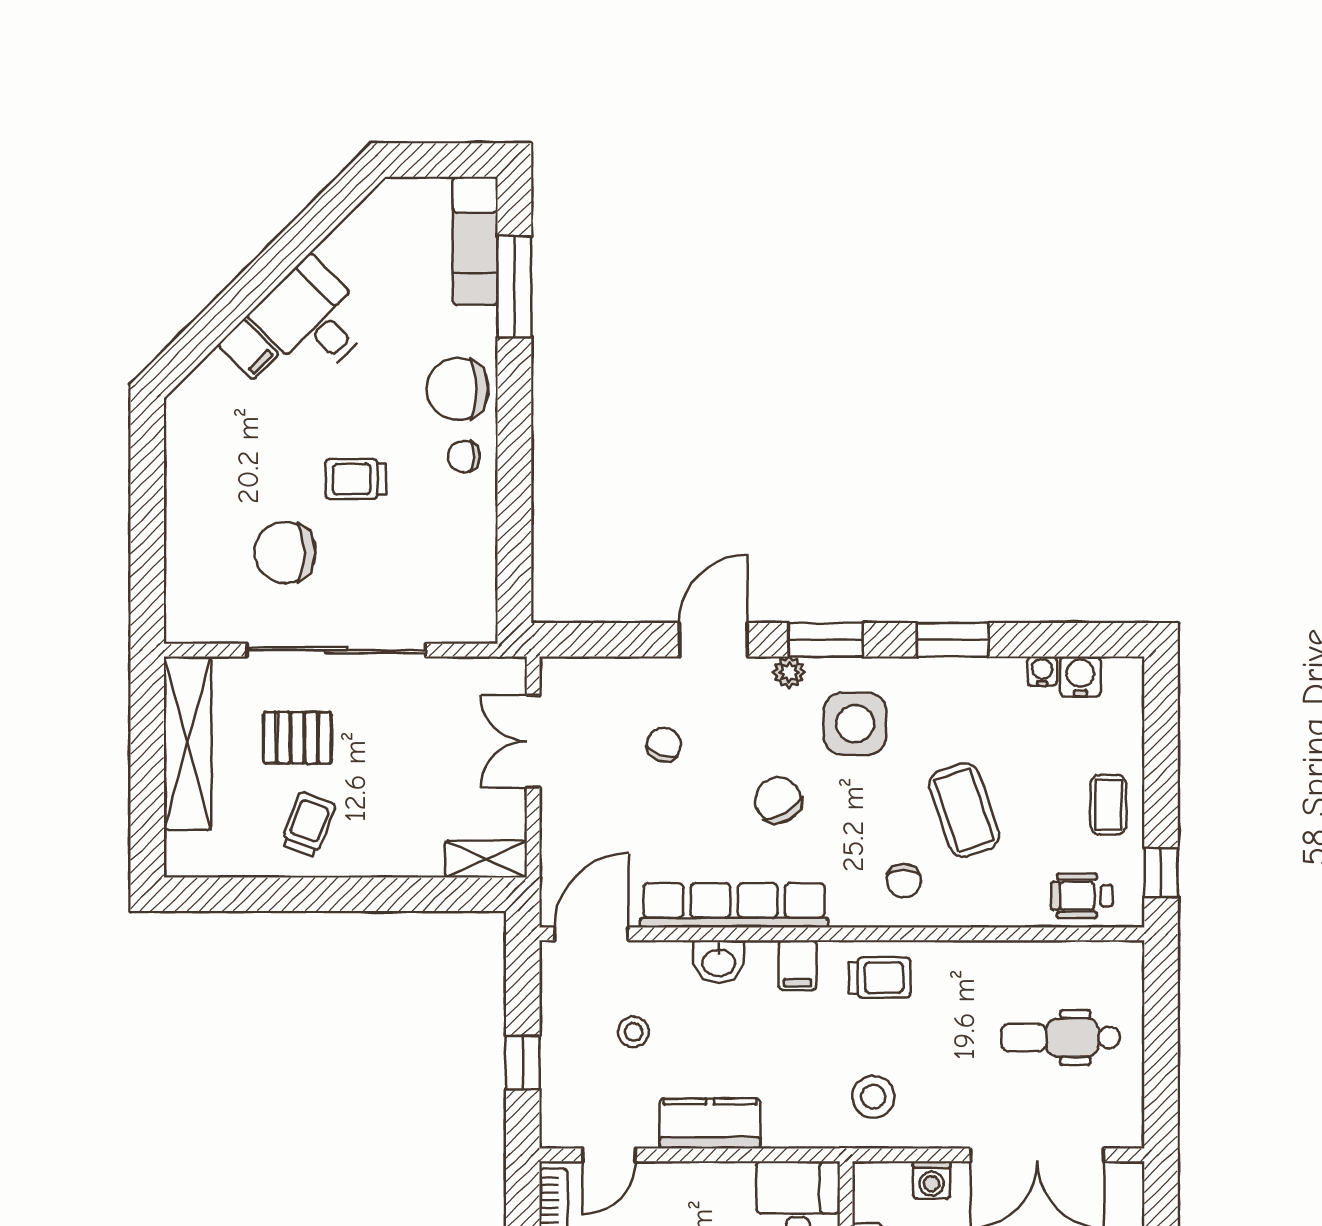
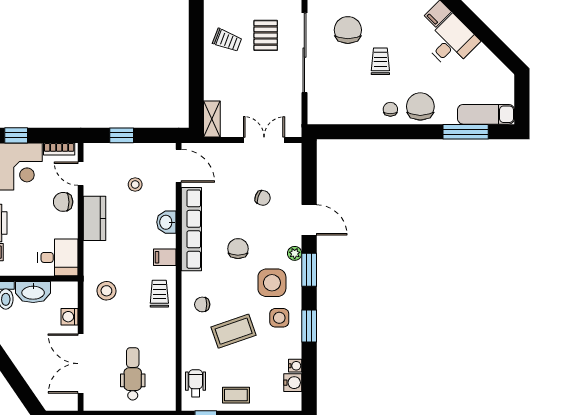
side table: (934, 707) -> (279, 318), added
chair: (778, 800) -> (238, 249), turned -60
trolley: (880, 978) -> (159, 294), turned 180
chair: (673, 1195) -> (63, 202), added

